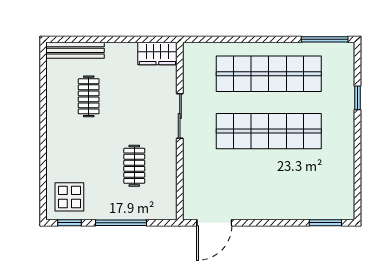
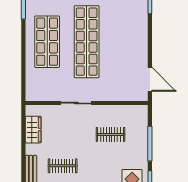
wardrobe: (157, 54) -> (33, 130), moved
shop shelf: (269, 74) -> (47, 42), width x0.71

